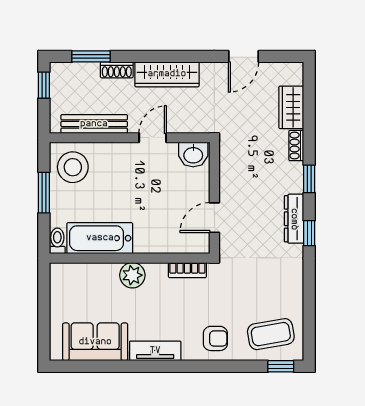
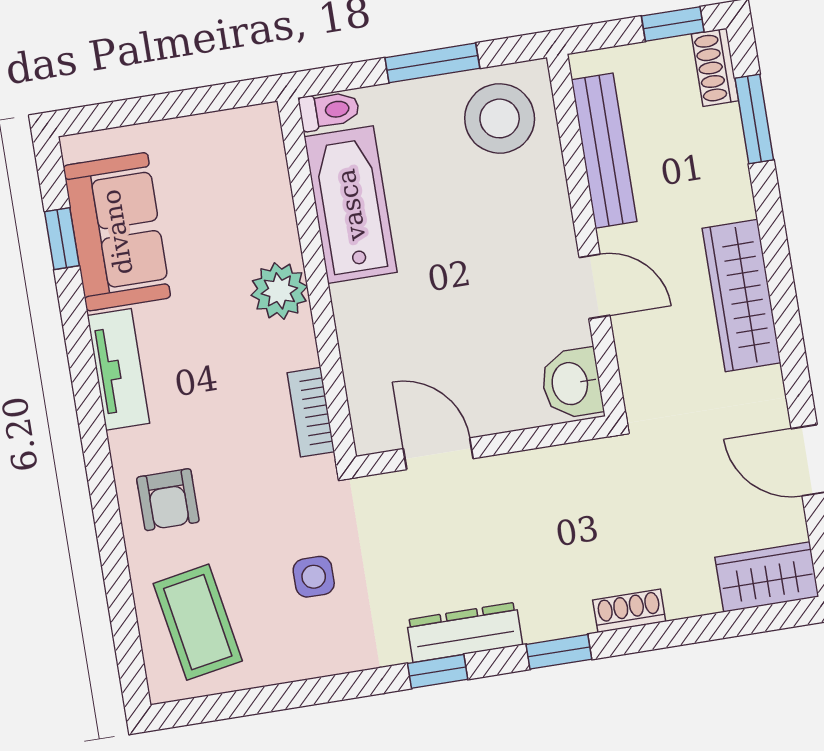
shoe rack: (117, 70) -> (715, 67), moved
wardrobe: (291, 107) -> (767, 577), moved
side table: (259, 280) -> (314, 577), added
window: (281, 366) -> (62, 239), moved

